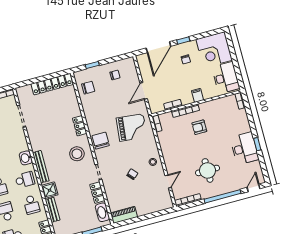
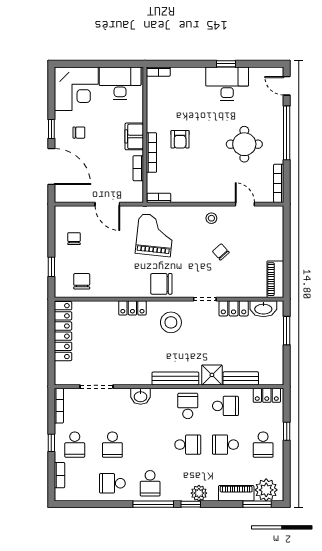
filing cabinet: (197, 95) -> (134, 136), width x2.00
washbasin: (26, 158) -> (141, 396), moved

